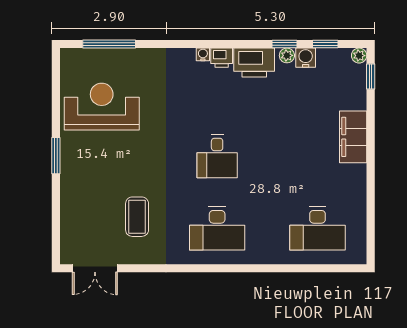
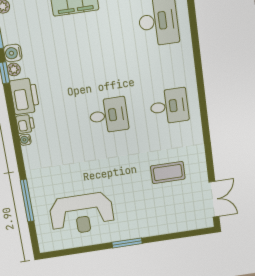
window: (109, 44) -> (27, 201), moved
reception desk: (102, 107) -> (82, 214), turned -90
desk: (217, 228) -> (169, 106), width x0.73

